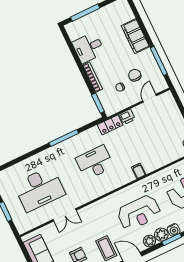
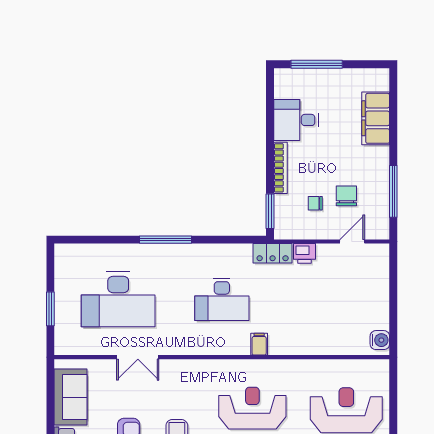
filing cabinet: (135, 36) -> (376, 118), moved
window: (64, 138) -> (166, 240), moved
desk: (95, 162) -> (222, 299), turned 180
filing cabinet: (139, 171) -> (259, 344), moved
reception desk: (139, 213) -> (252, 408), turned 180

